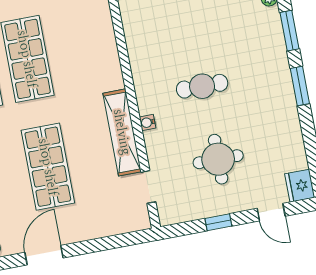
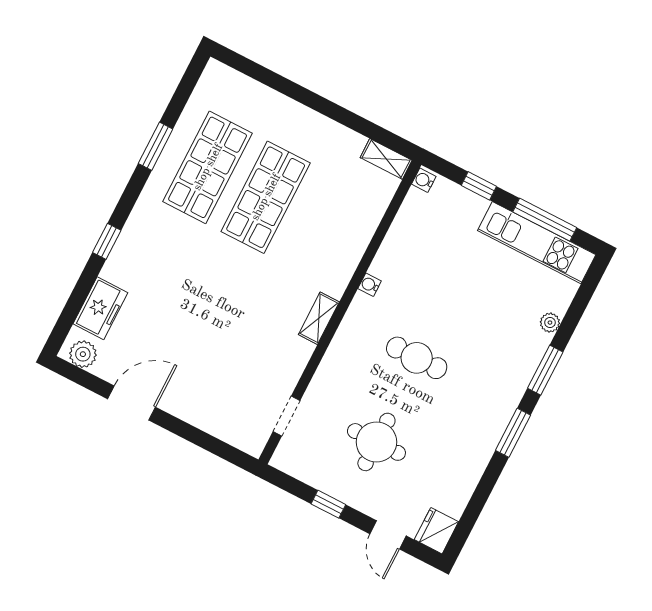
water cooler: (148, 122) -> (370, 285), moved
shelving: (122, 132) -> (319, 318), width x0.45, depth x0.75
shop shelf: (48, 167) -> (203, 319), removed

